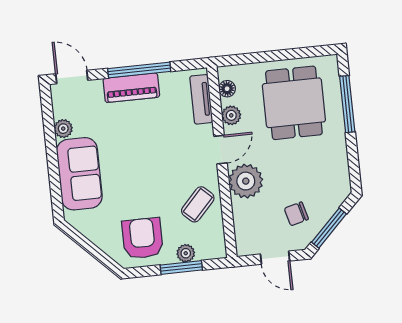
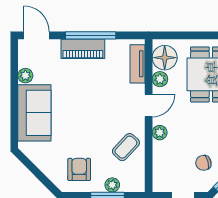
floor lamp: (227, 89) -> (165, 58), width x1.89, depth x1.89
plant: (246, 181) -> (160, 133), width x0.53, depth x0.53
armchair: (142, 238) -> (79, 169), width x0.72, depth x0.72

